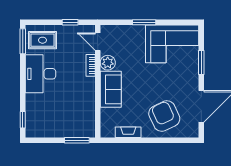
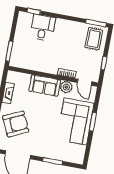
door: (98, 42) -> (84, 82), swing flipped
corner sofa: (172, 44) -> (75, 121), moved
desk: (41, 74) -> (43, 28), moved, width x0.73

